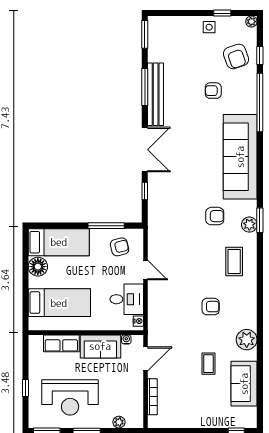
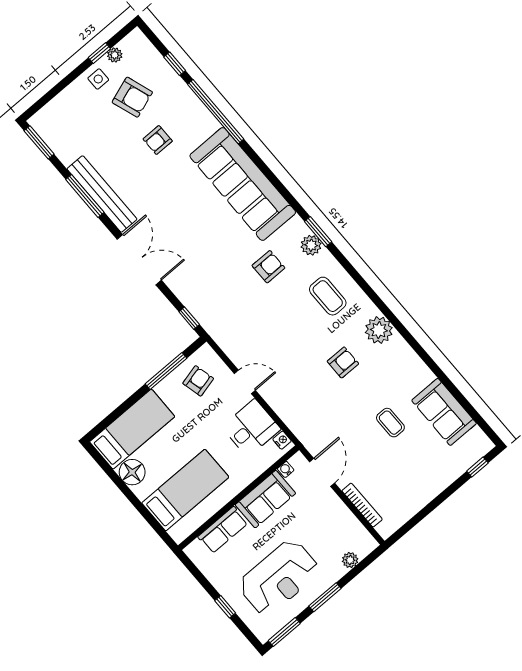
plant: (251, 22) -> (115, 55), moved
armchair: (236, 56) -> (132, 97), moved
window: (145, 191) -> (189, 318), moved
plant: (247, 340) -> (379, 330), moved

